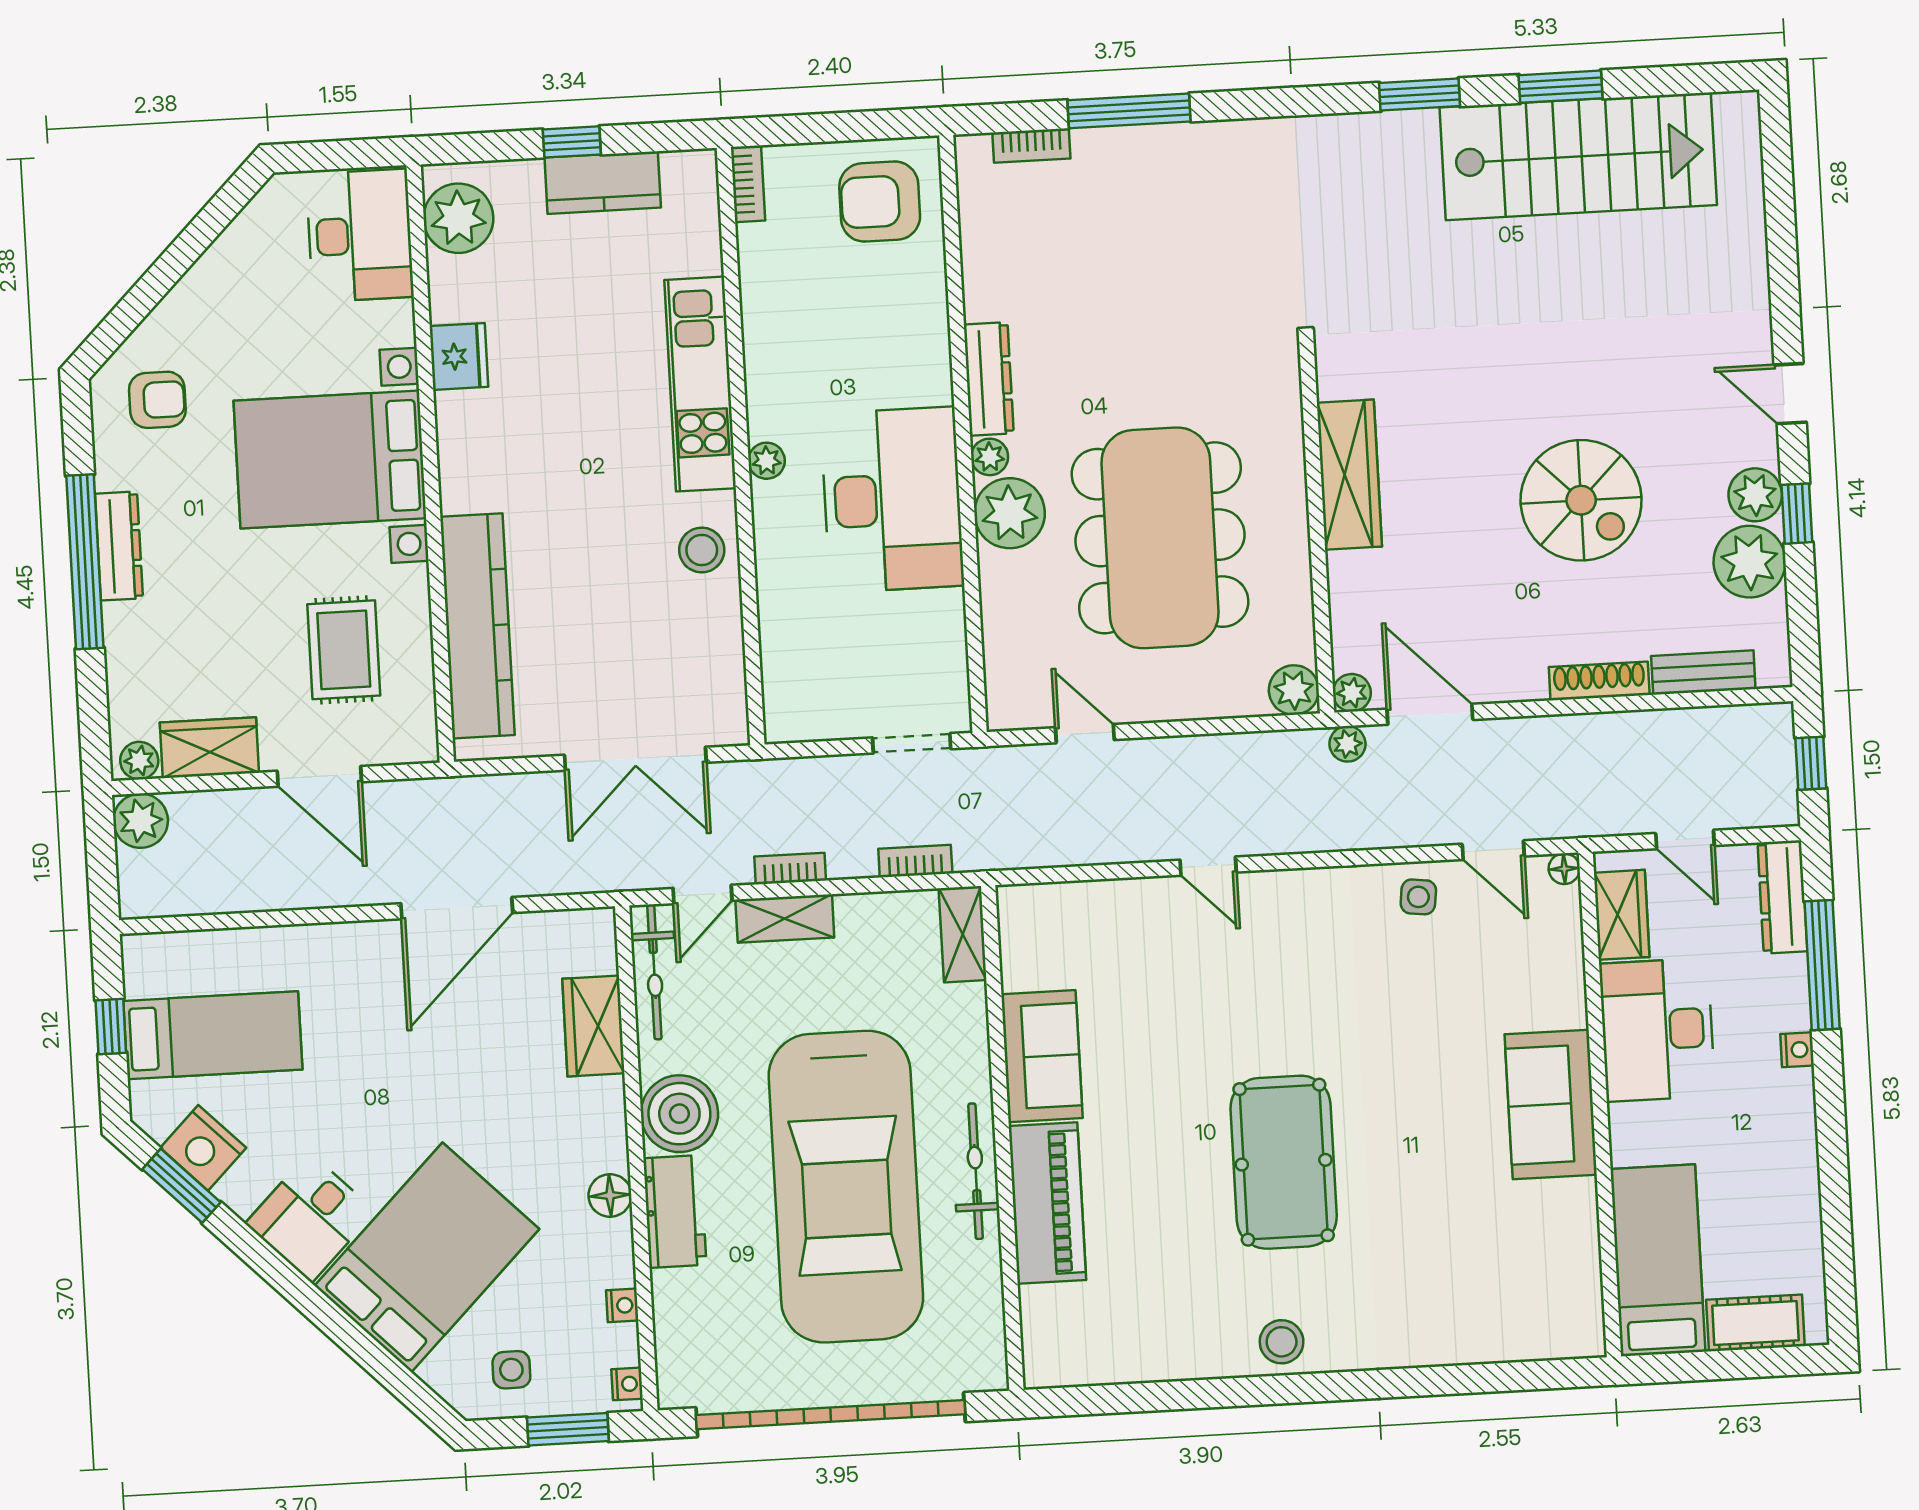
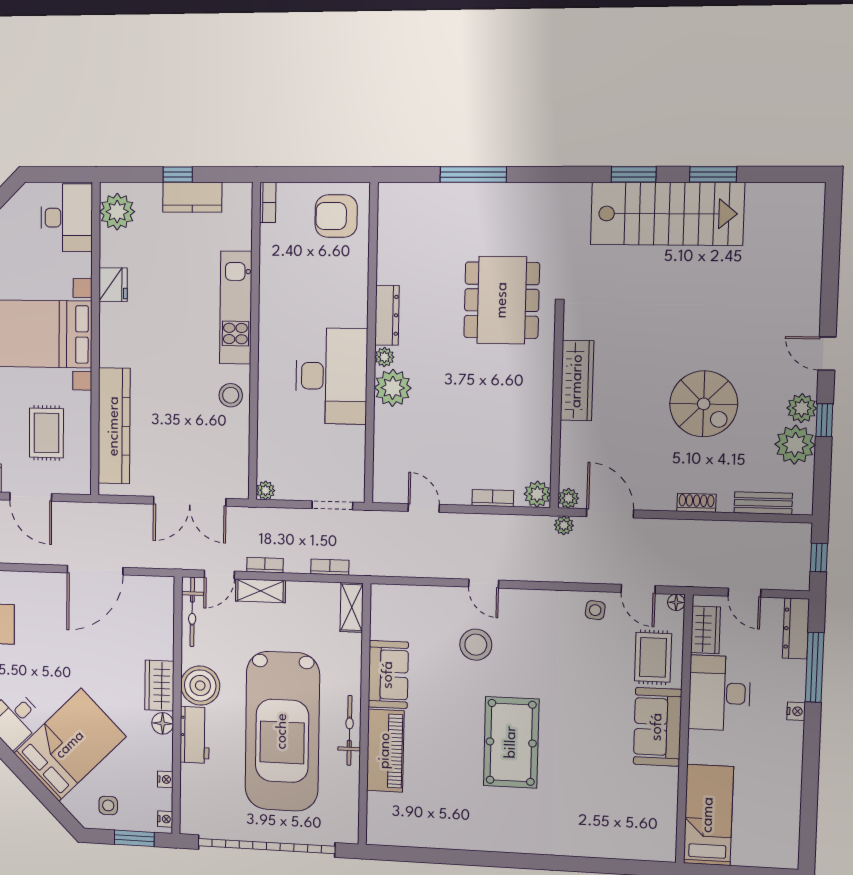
bookcase: (1031, 146) -> (493, 498), moved, turned 180
stairs: (1578, 156) -> (667, 214), moved
plant: (767, 461) -> (266, 490), moved
dining table: (1160, 538) -> (502, 300), moved, width x0.73, depth x0.80
shoe rack: (1599, 681) -> (696, 503), width x0.70
rug: (1531, 975) -> (653, 657), added
wardrobe: (593, 1026) -> (159, 686), moved
cot: (1755, 1323) -> (759, 854), removed
stool: (1282, 1342) -> (476, 645), moved, width x1.38, depth x1.38

